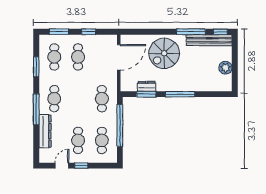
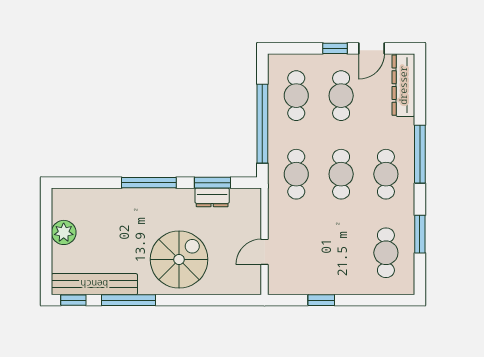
window: (59, 32) -> (377, 300), removed
cafe table: (78, 57) -> (341, 174), moved
door: (119, 57) -> (264, 252), width x0.53
dresser: (45, 131) -> (403, 85), moved

